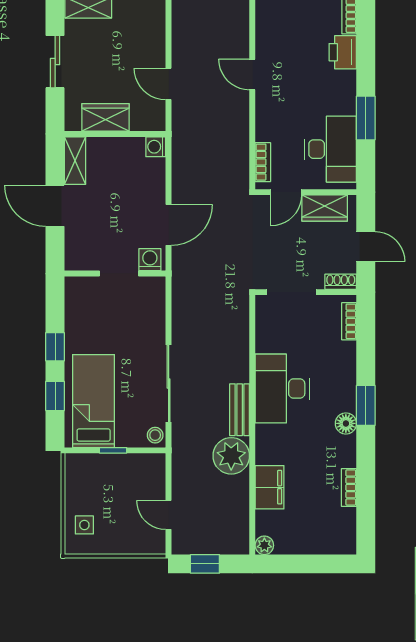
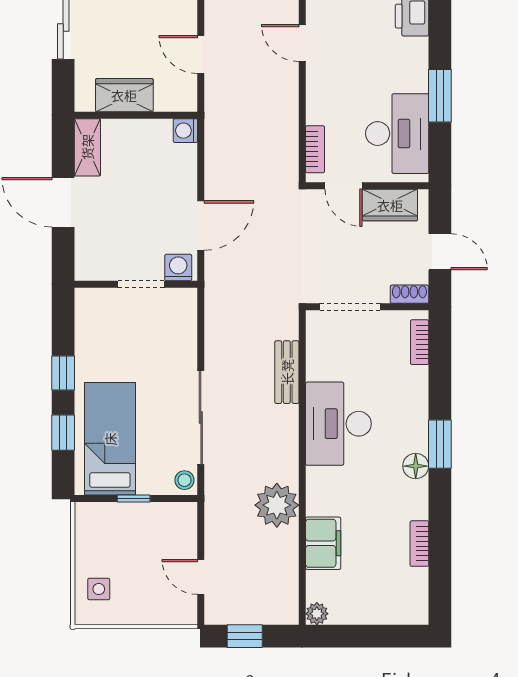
door: (286, 192) -> (344, 186), hinge flipped
bench: (240, 410) -> (287, 372), moved

